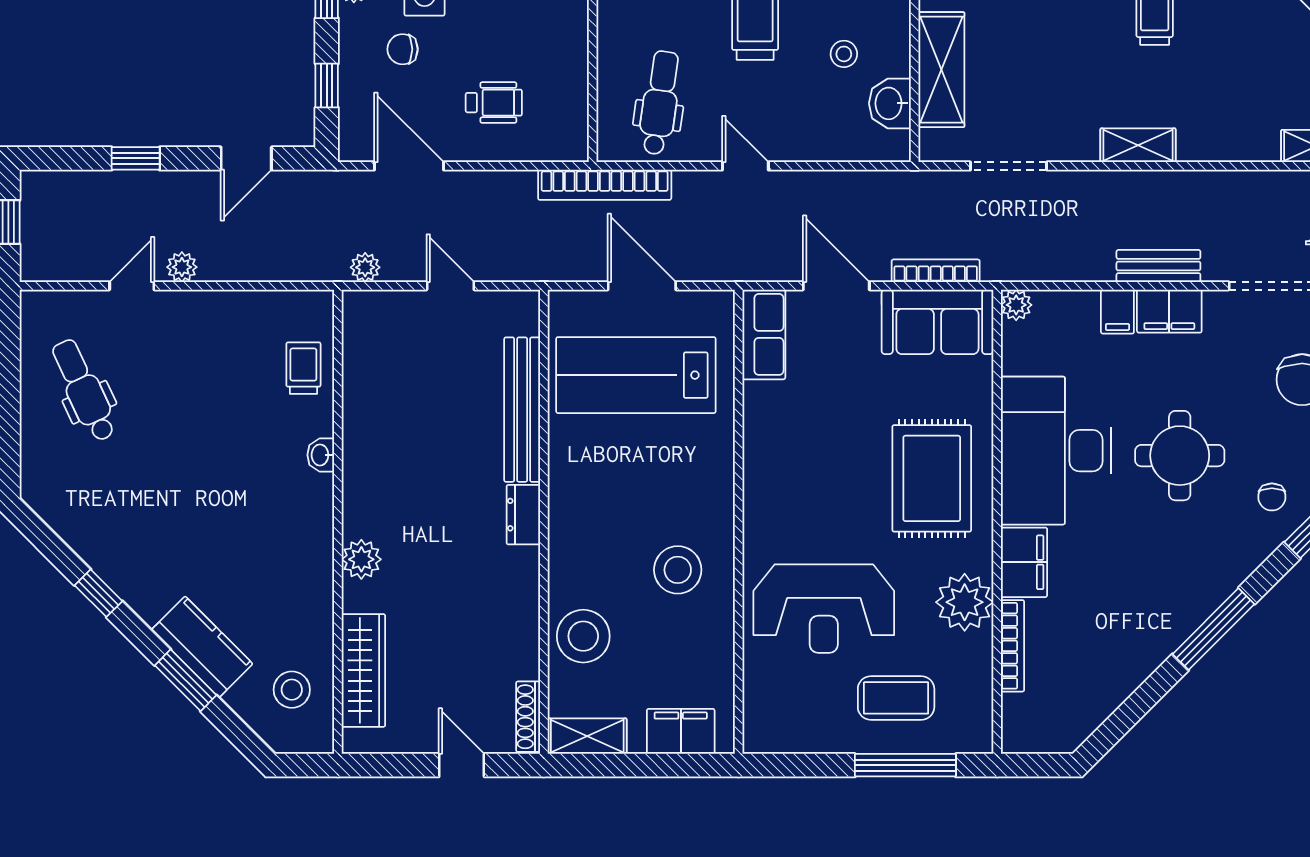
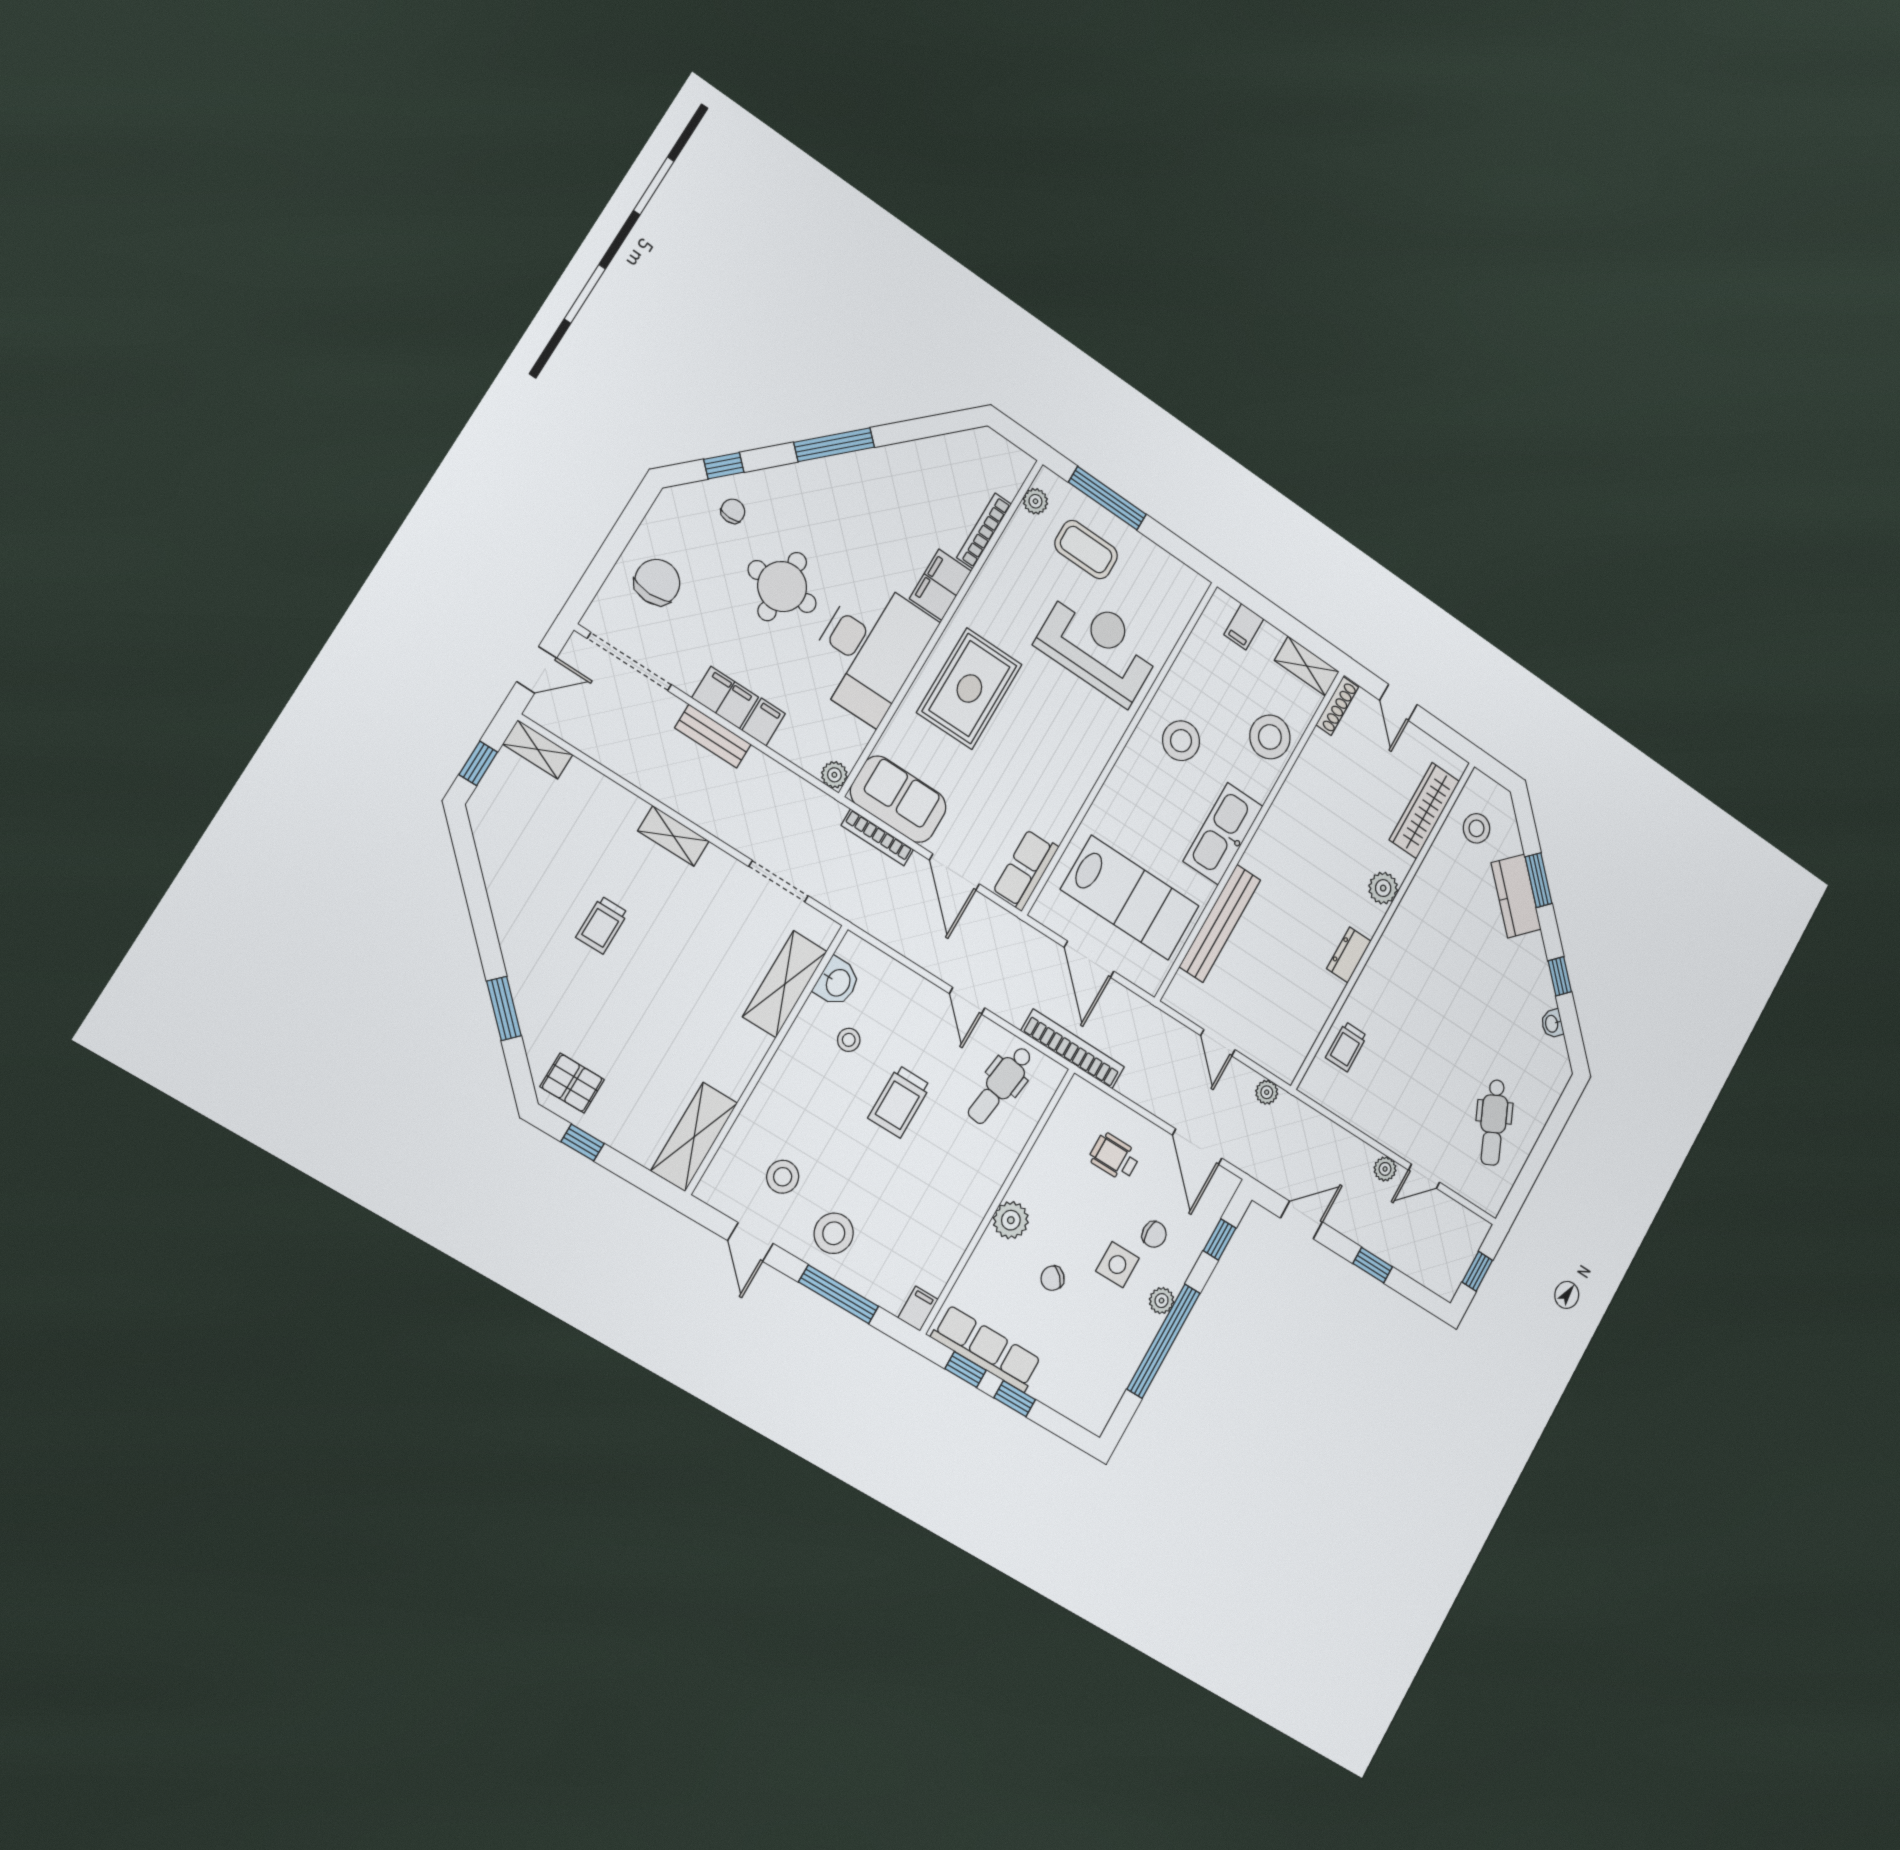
washbasin: (321, 455) -> (1552, 1024), moved, turned 135
kitchen sink: (574, 504) -> (1223, 834), added
dresser: (523, 515) -> (1349, 955), moved, turned 180
plant: (965, 602) -> (1035, 501), moved, width x0.53, depth x0.53
filing cabinet: (681, 731) -> (1244, 627), width x0.50

